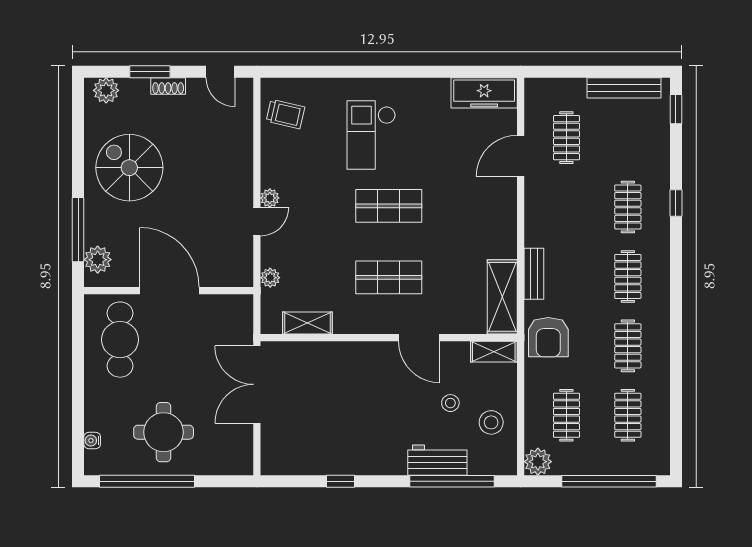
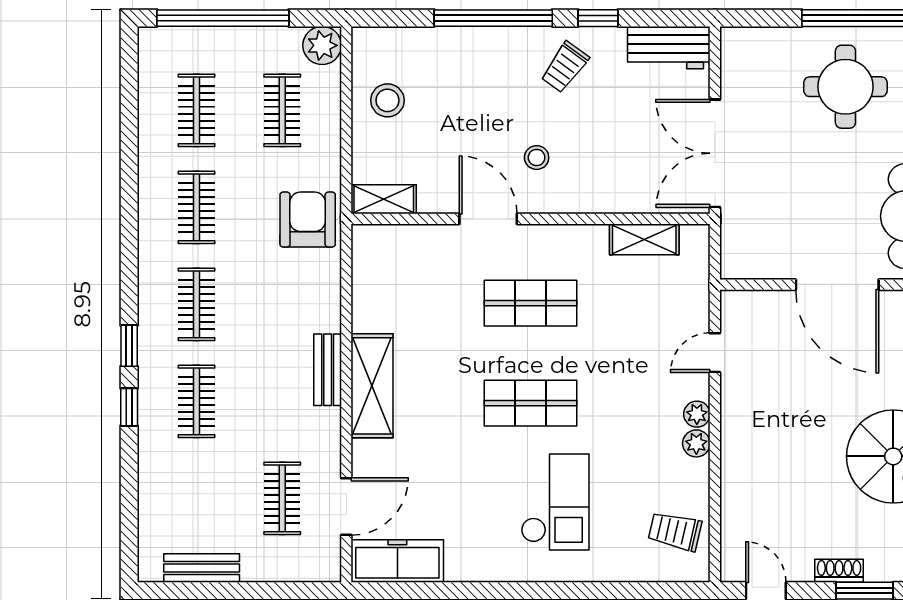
bench: (624, 88) -> (202, 568), width x0.73
window: (676, 109) -> (129, 346), moved
door: (521, 156) -> (346, 507), moved
door: (257, 222) -> (715, 353), moved
bench: (534, 274) -> (328, 370), moved
plant: (270, 278) -> (696, 443), moved
shelving: (502, 297) -> (372, 386), moved
double door: (257, 384) -> (715, 153), swing flipped
stool: (450, 403) -> (537, 158), moved
trolley: (364, 446) -> (565, 67), added
workbench: (437, 460) -> (669, 48), moved
window: (452, 481) -> (493, 18), moved

